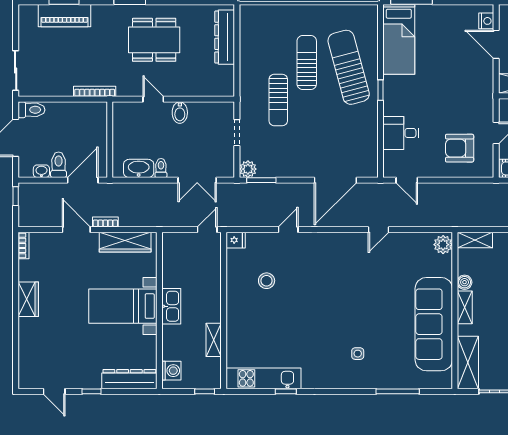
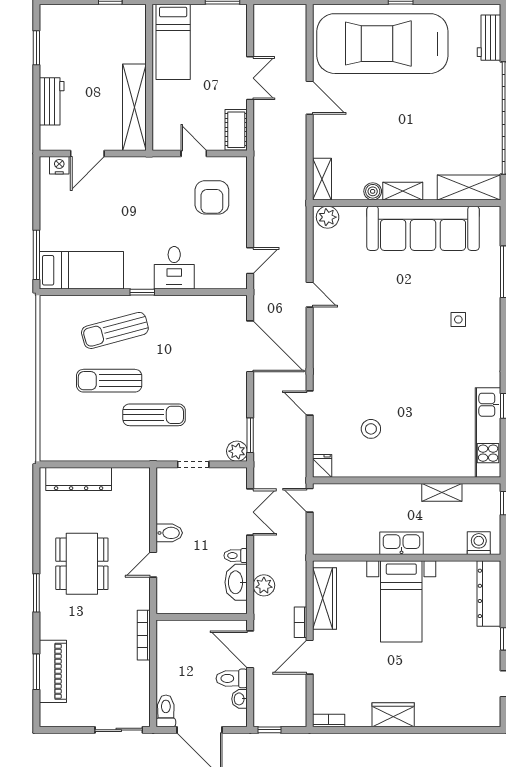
sun lounger: (349, 67) -> (115, 330), width x0.73, depth x0.75
desk: (401, 133) -> (174, 268), moved
plant: (136, 192) -> (264, 585), added

